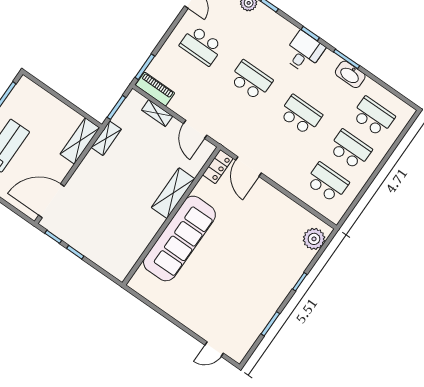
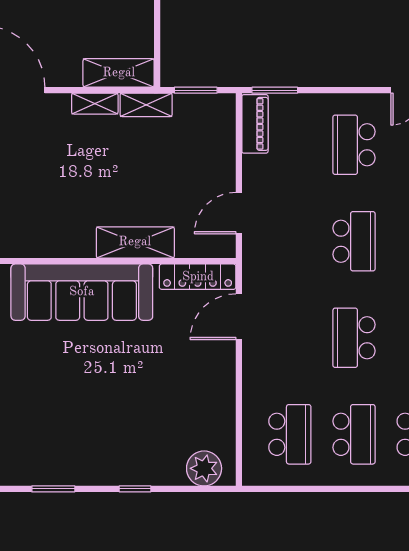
shelving: (157, 113) -> (95, 104), moved, turned 90
school desk: (301, 115) -> (354, 338), turned 180
locker: (218, 167) -> (198, 277), width x1.53

